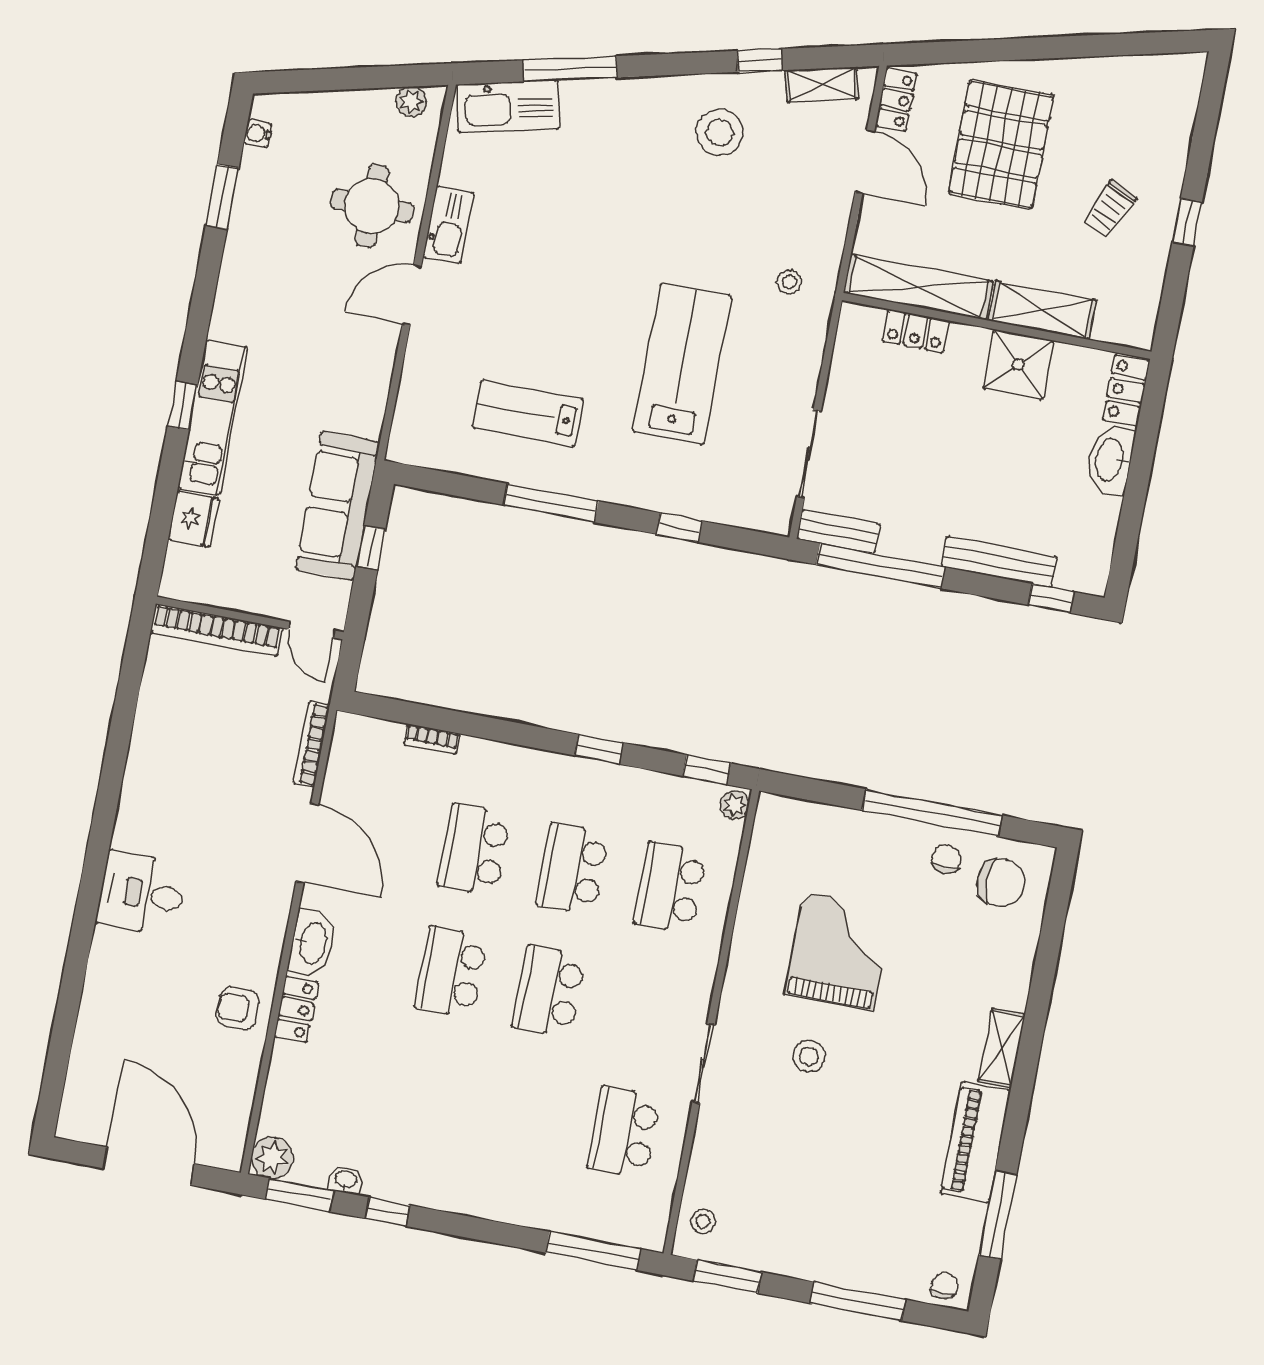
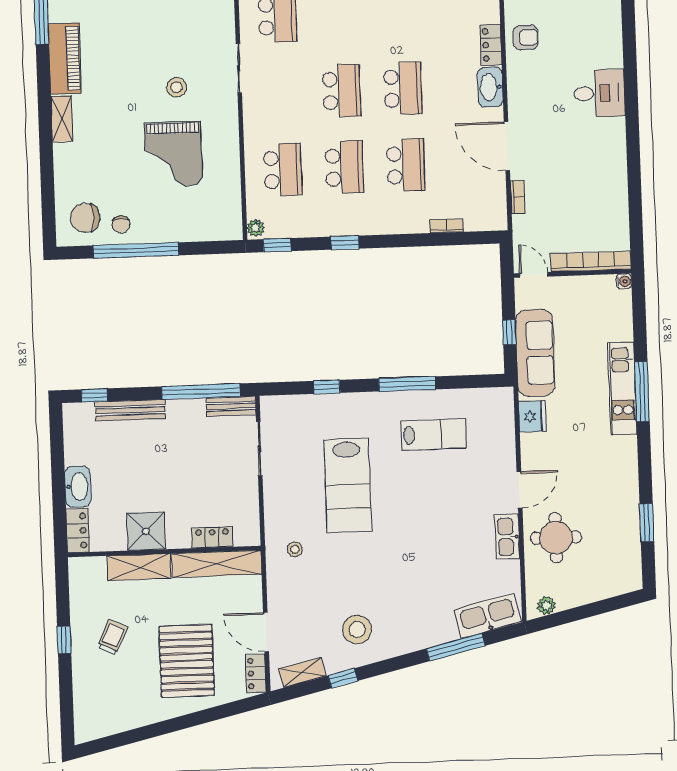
water cooler: (258, 133) -> (624, 281), moved
window: (182, 406) -> (642, 392), width x2.17
fridge: (193, 519) -> (532, 416), moved, turned 180
bookcase: (312, 744) -> (518, 197), width x0.64

